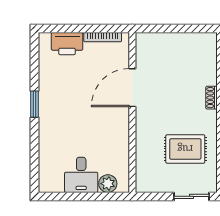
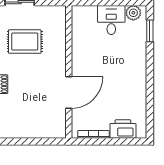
window: (35, 104) -> (150, 31), moved
plant: (108, 184) -> (133, 13), moved

